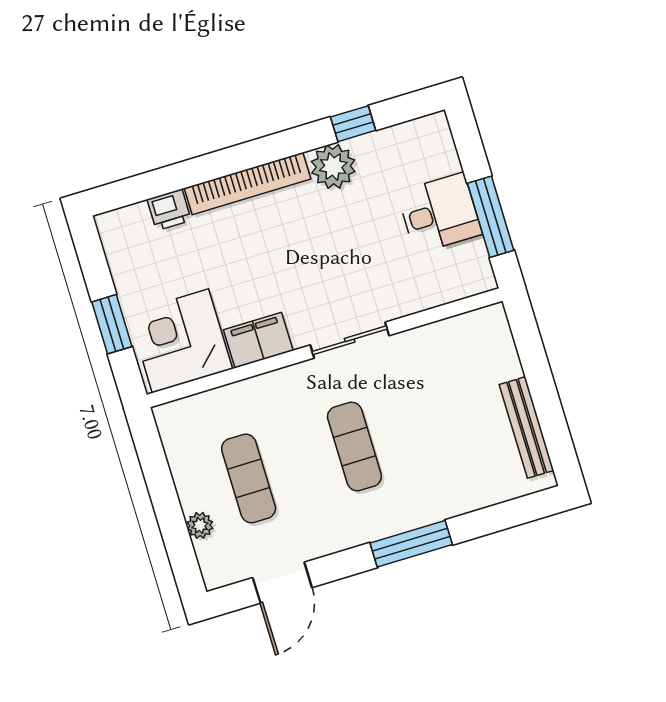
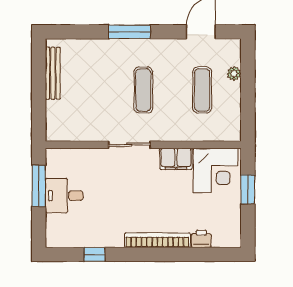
plant: (333, 166) -> (111, 236), removed

